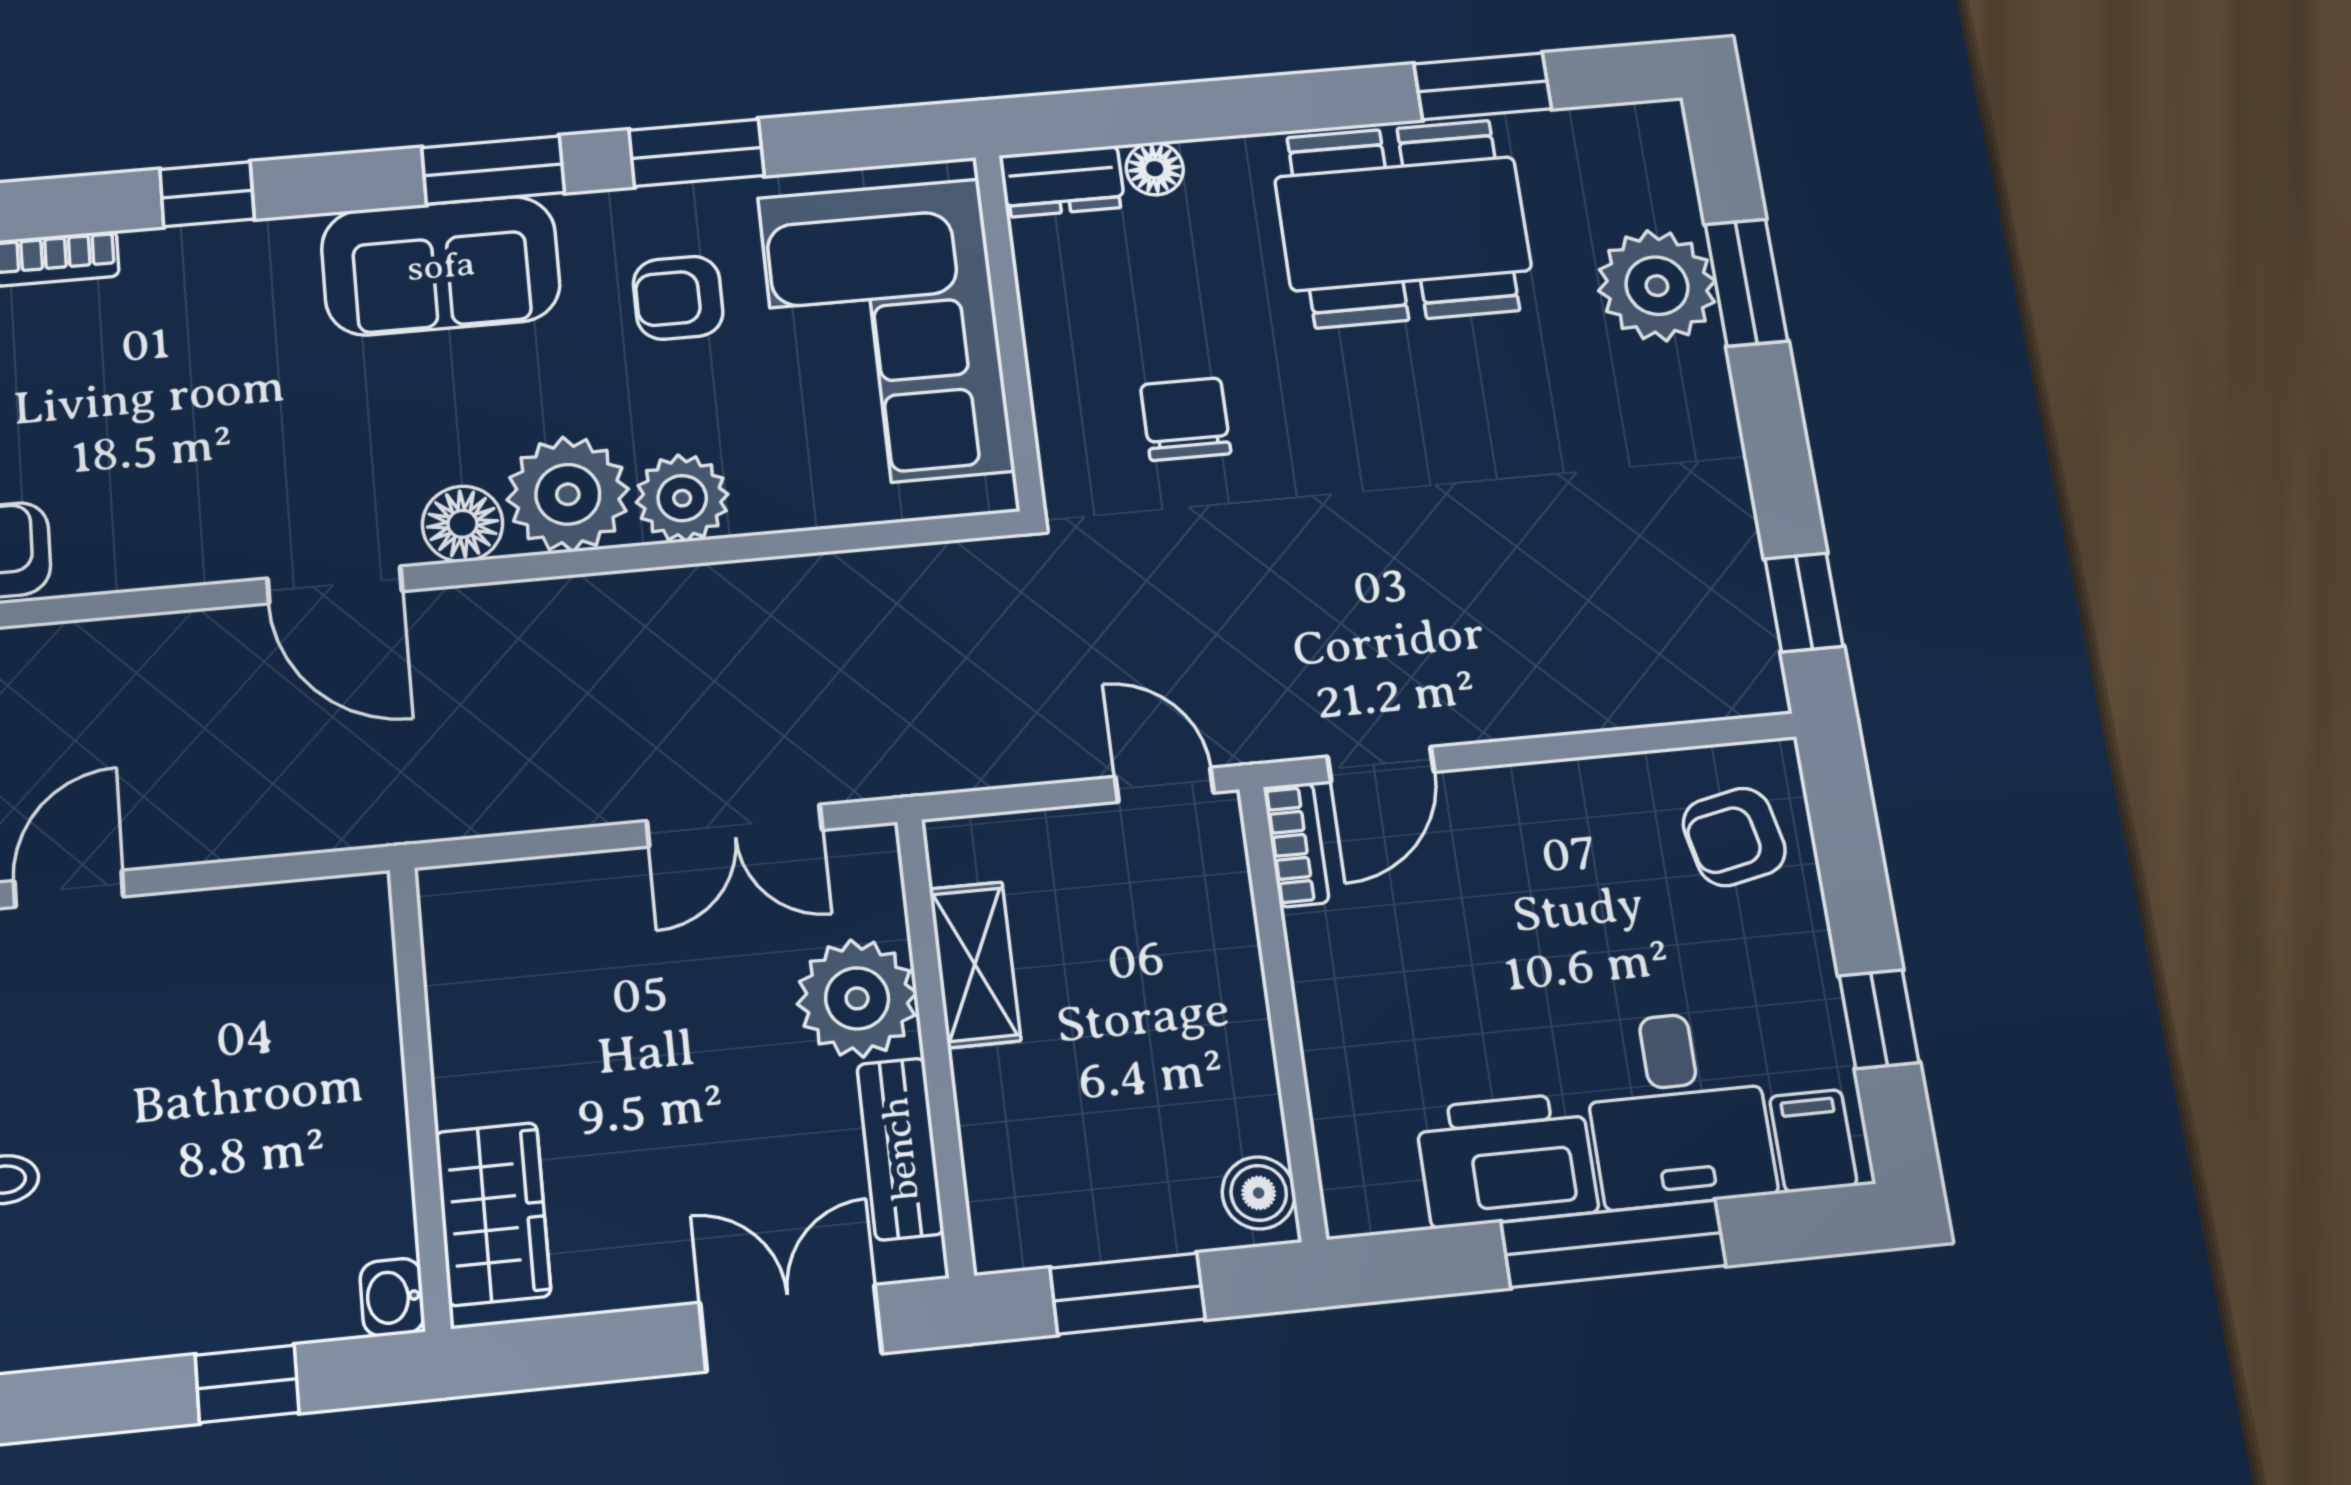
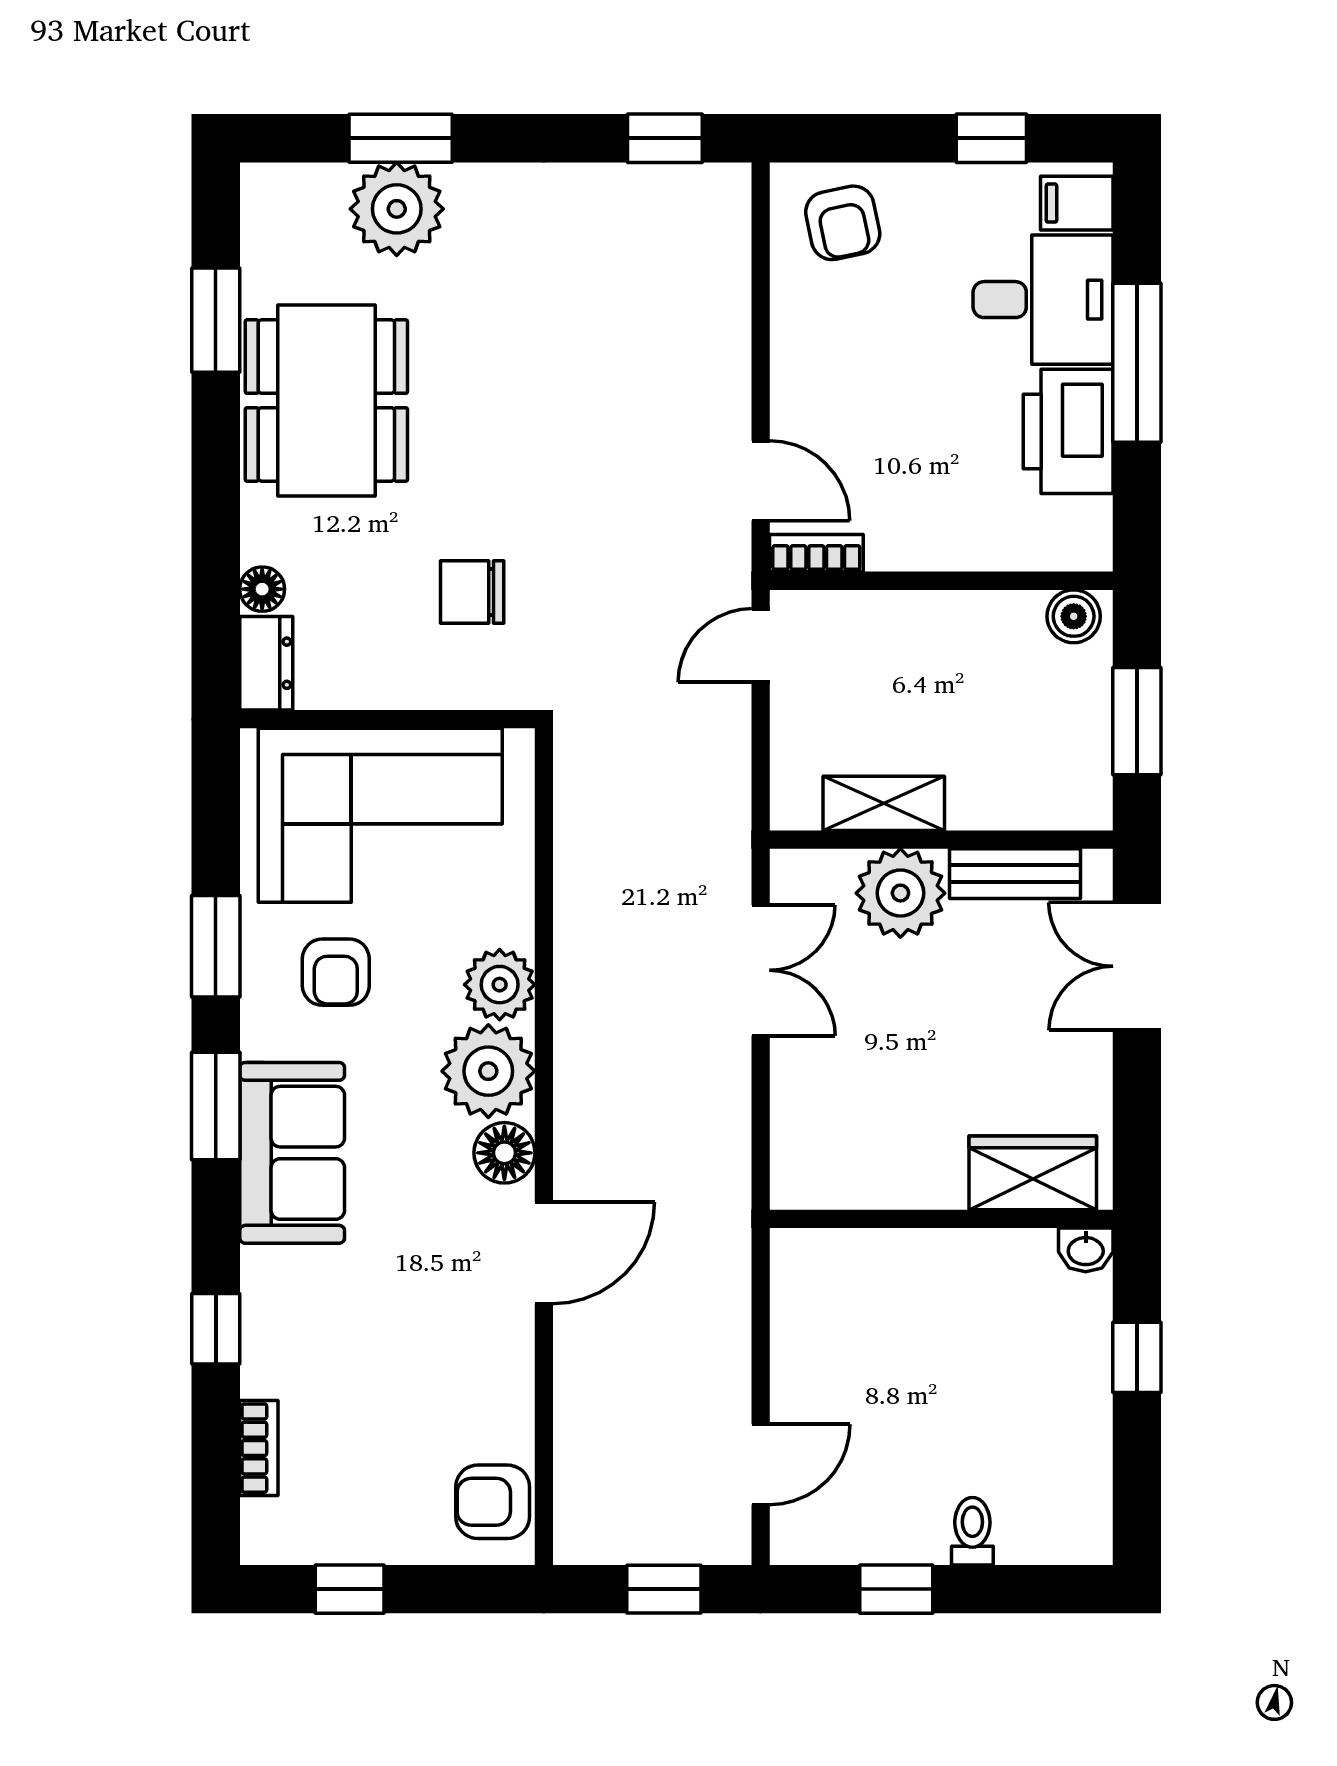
door: (69, 889) -> (761, 1464), swing flipped

